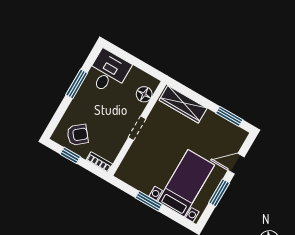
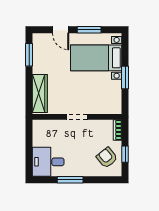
floor lamp: (144, 94) -> (49, 126), removed

